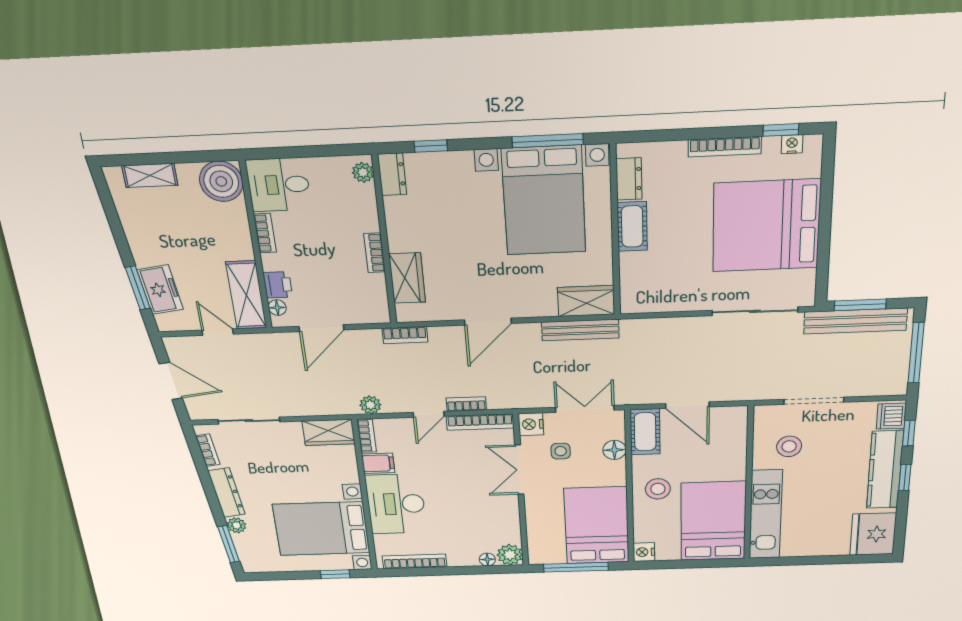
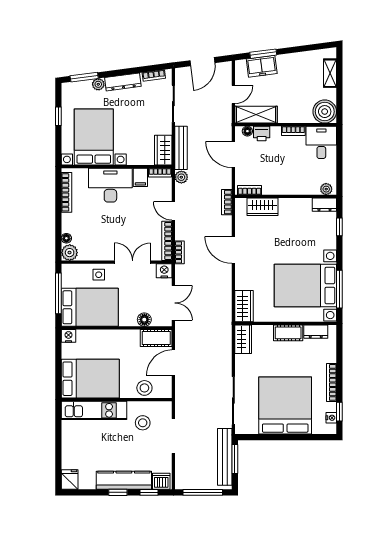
bookcase: (374, 253) -> (249, 190), moved
wardrobe: (645, 300) -> (243, 339), added
bench: (580, 330) -> (181, 148), moved
bookcase: (466, 404) -> (180, 252), moved
side table: (561, 451) -> (99, 275), moved
stool: (658, 489) -> (144, 388), moved
fridge: (873, 534) -> (70, 479), width x0.53, depth x0.75
window: (335, 574) -> (58, 116), moved

